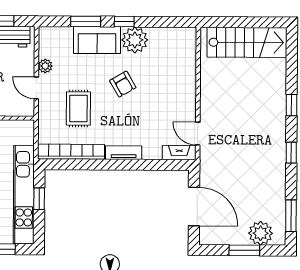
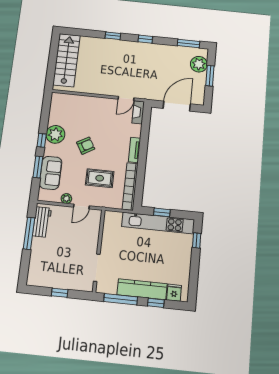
sofa: (97, 40) -> (51, 173), moved

